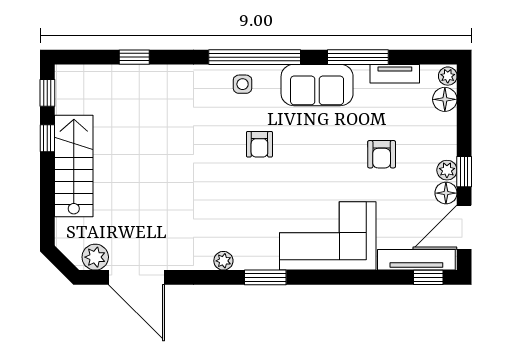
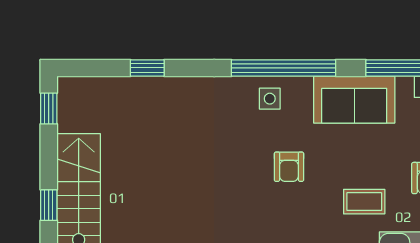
window: (47, 138) -> (49, 205), moved
coffee table: (326, 175) -> (364, 202), added

